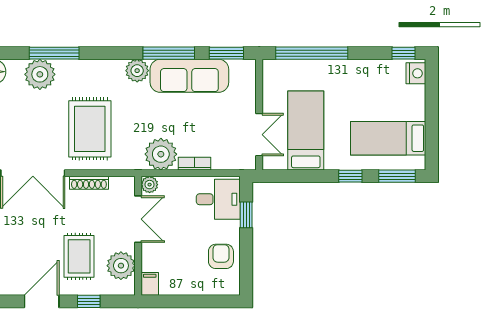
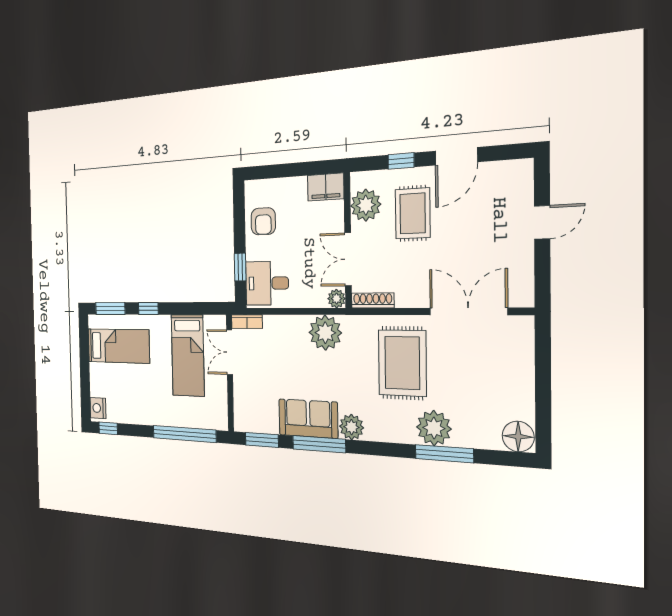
plant: (40, 74) -> (434, 428), moved
sofa: (189, 76) -> (308, 419), width x0.73
bookcase: (195, 164) -> (247, 322), moved
shoe rack: (89, 183) -> (373, 300), moved
filing cabinet: (150, 284) -> (326, 187), width x2.00

